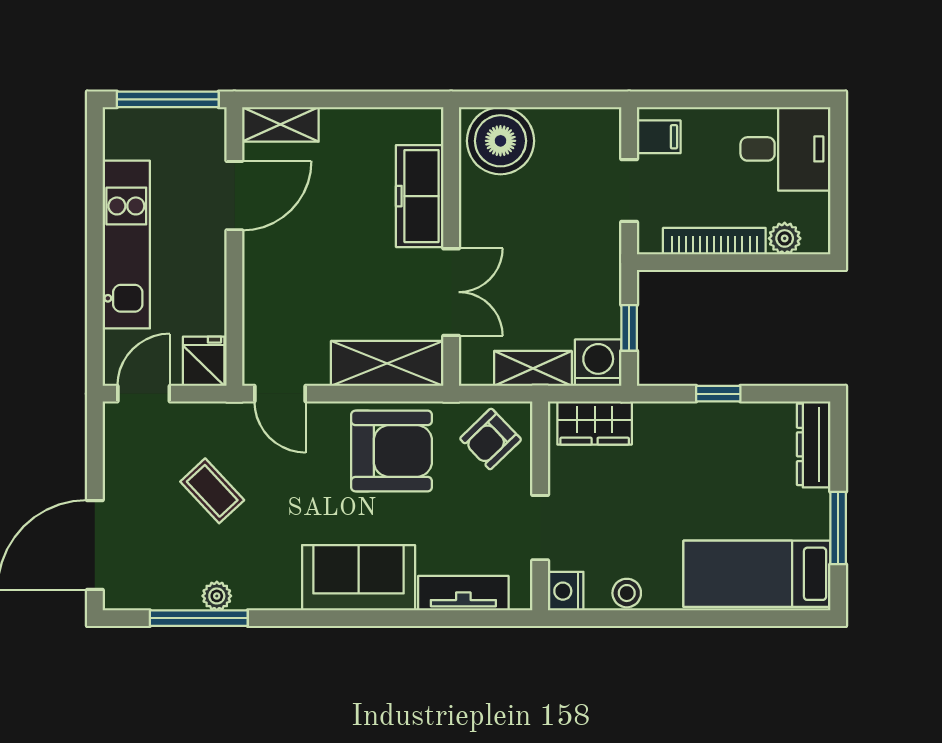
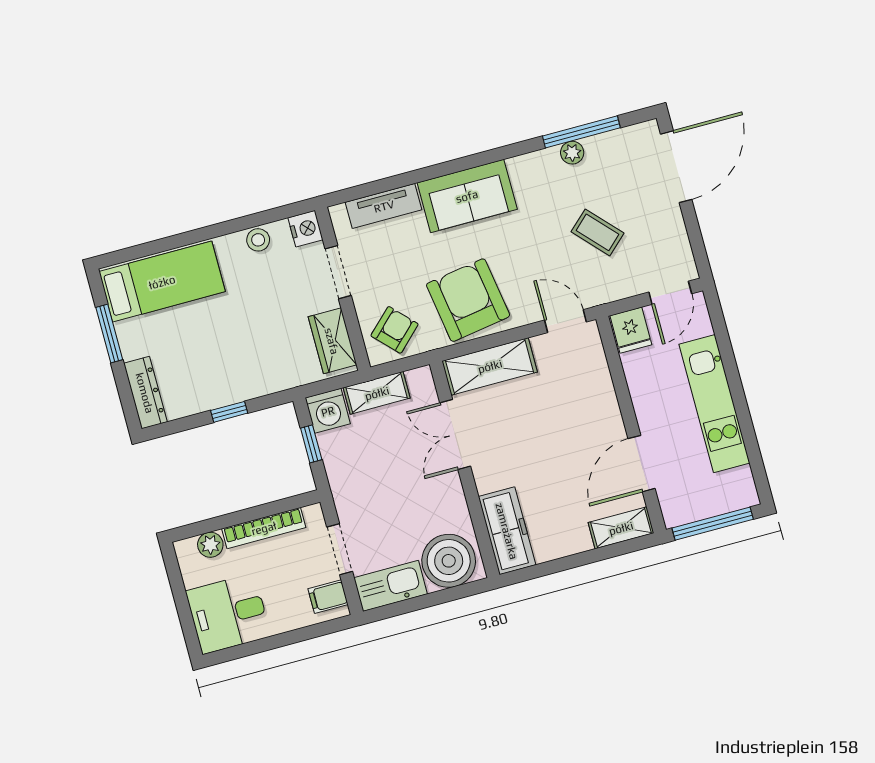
kitchen sink: (579, 129) -> (391, 586), added
freezer: (420, 196) -> (507, 531), moved
wardrobe: (595, 423) -> (332, 341), moved, turned -90
armchair: (392, 451) -> (468, 300), turned 81

